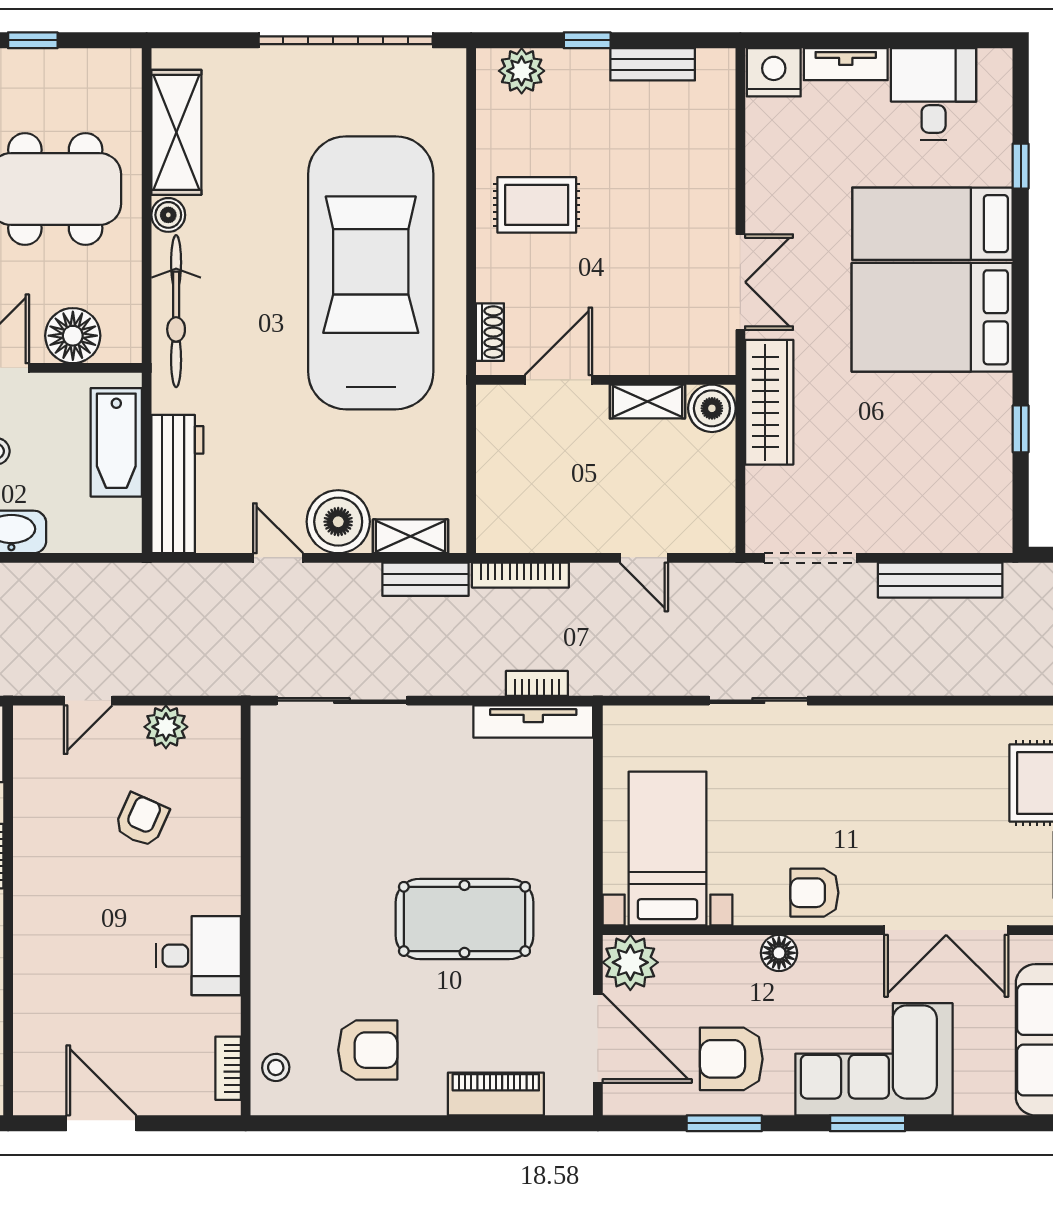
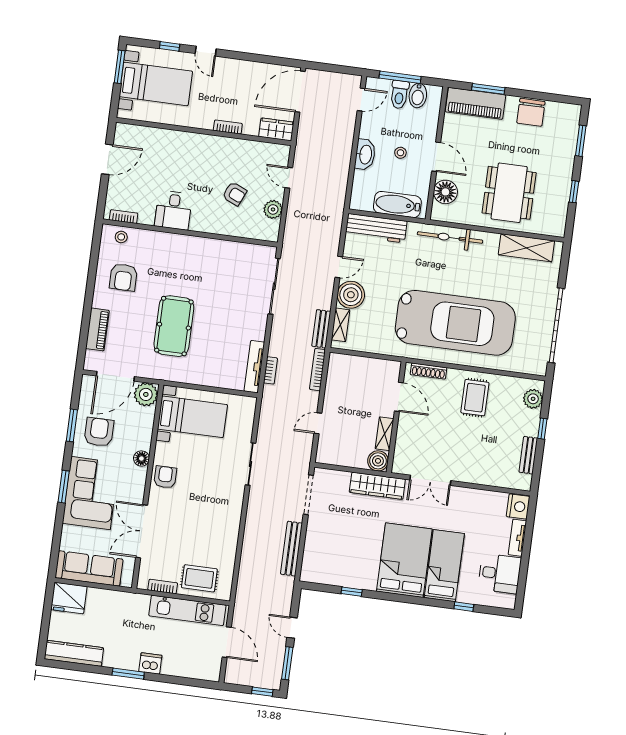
boiler: (168, 215) -> (492, 240), removed
shoe rack: (490, 332) -> (428, 371), width x1.43

